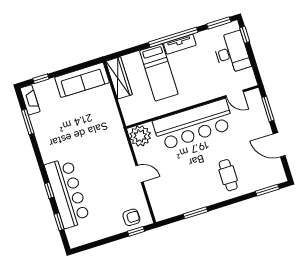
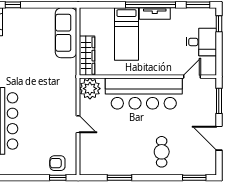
desk: (232, 53) -> (201, 42), width x0.73
wardrobe: (119, 78) -> (87, 56), moved
sofa: (82, 80) -> (66, 33), moved, turned 90
door: (235, 94) -> (192, 77), swing flipped
armchair: (131, 217) -> (57, 163), turned 180

